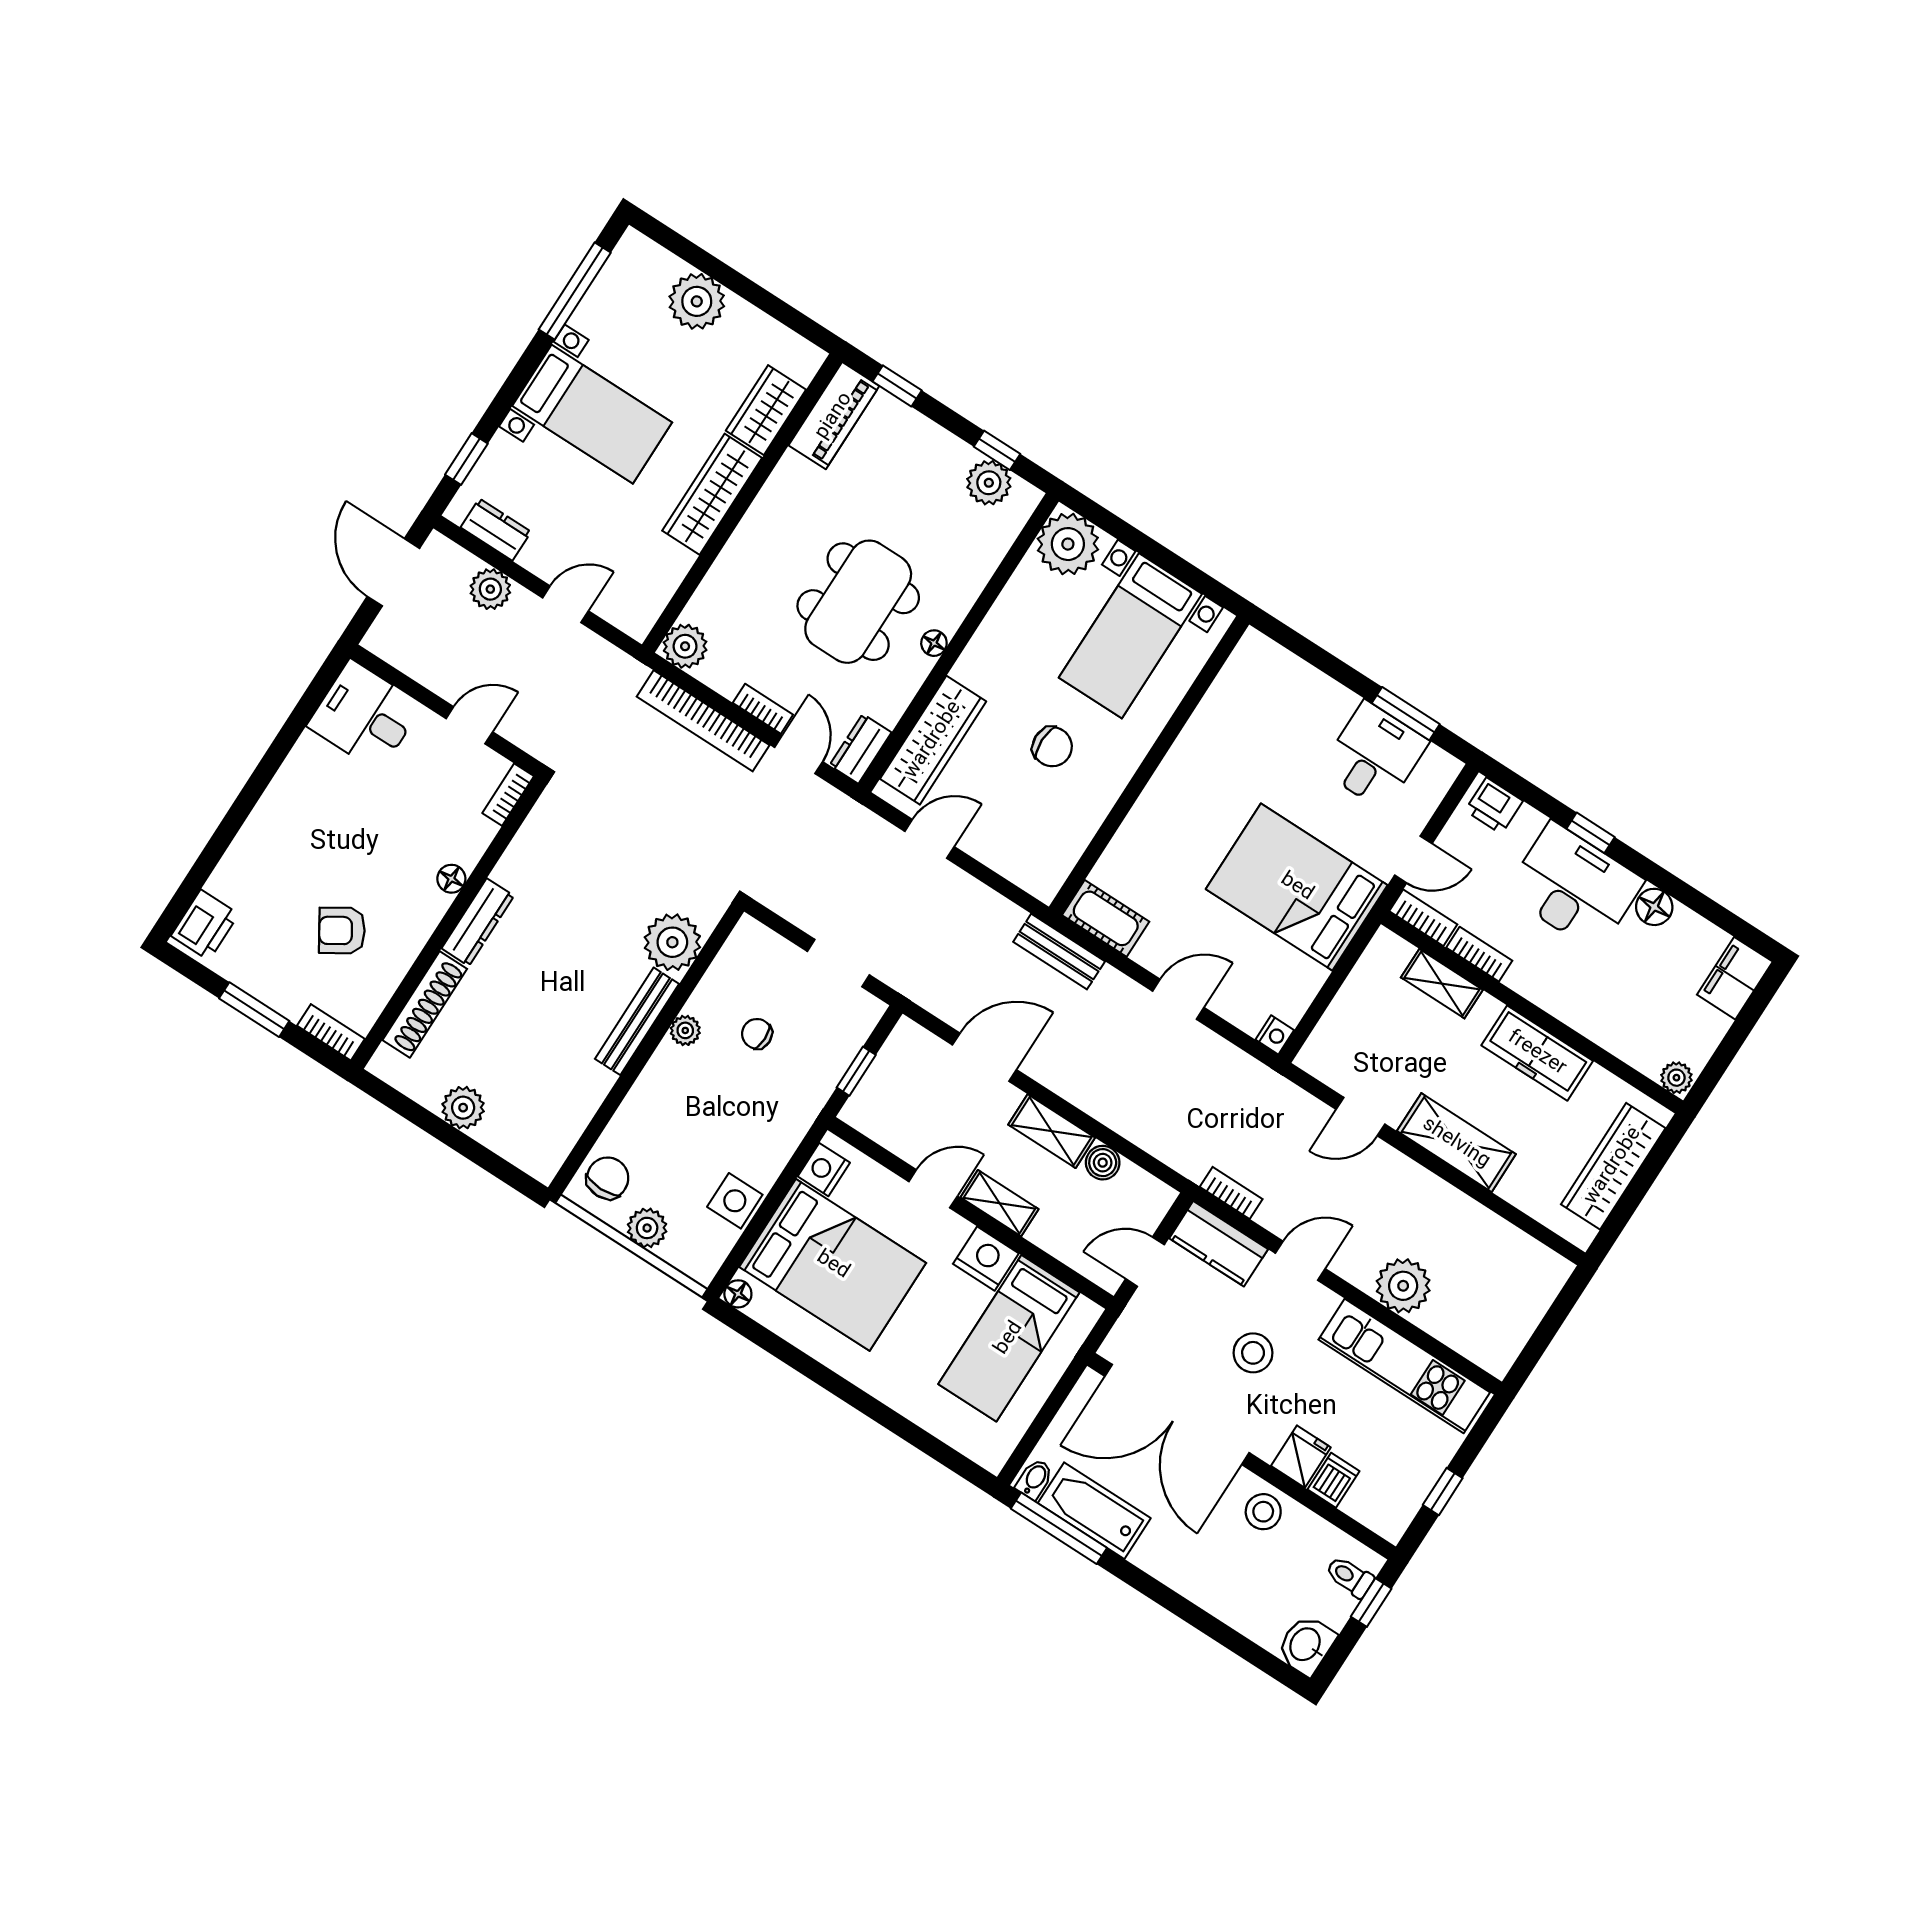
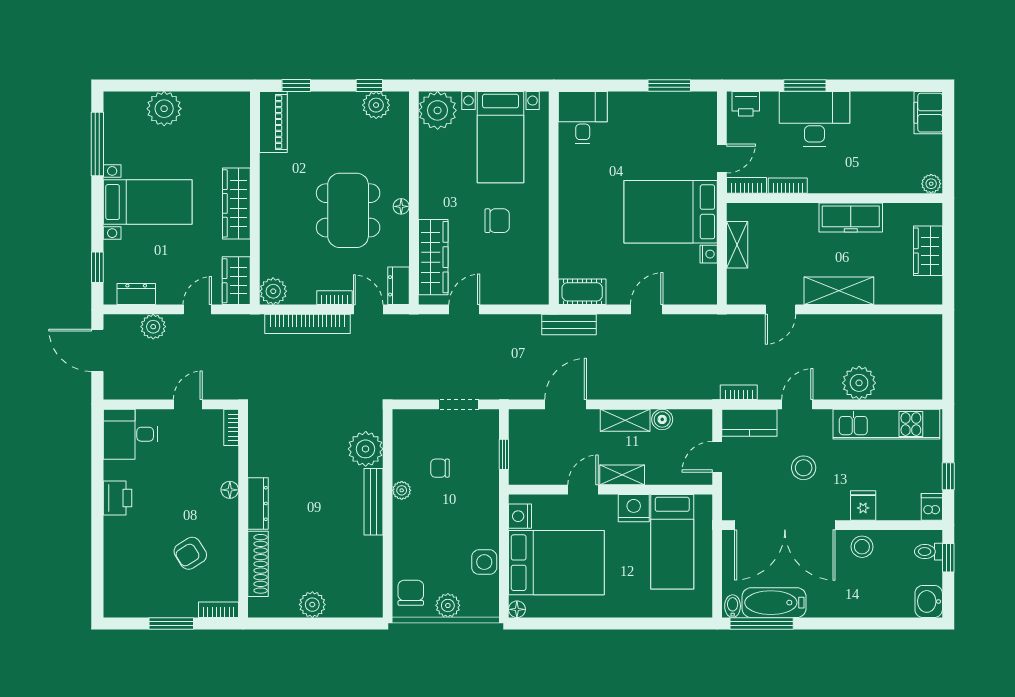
wardrobe: (766, 410) -> (236, 281), moved
desk: (1374, 756) -> (583, 118), moved
window: (1591, 833) -> (805, 86), width x1.50
floor lamp: (1654, 907) -> (863, 103), removed
printer: (205, 925) -> (117, 498), moved
shelving: (1442, 984) -> (737, 245), moved, turned 90
nightstand: (1275, 1035) -> (709, 254), moved
wardrobe: (1613, 1166) -> (928, 251), width x0.67
dishwasher: (1333, 1480) -> (932, 507), moved

